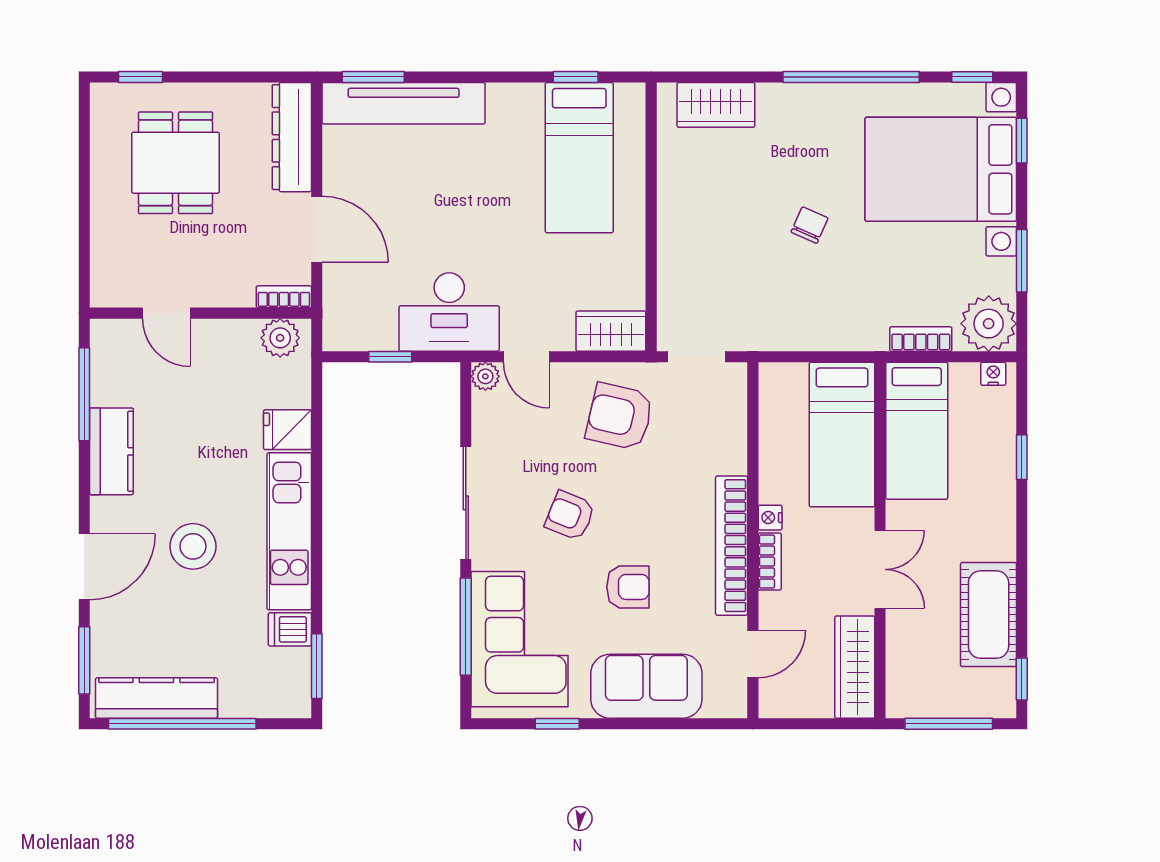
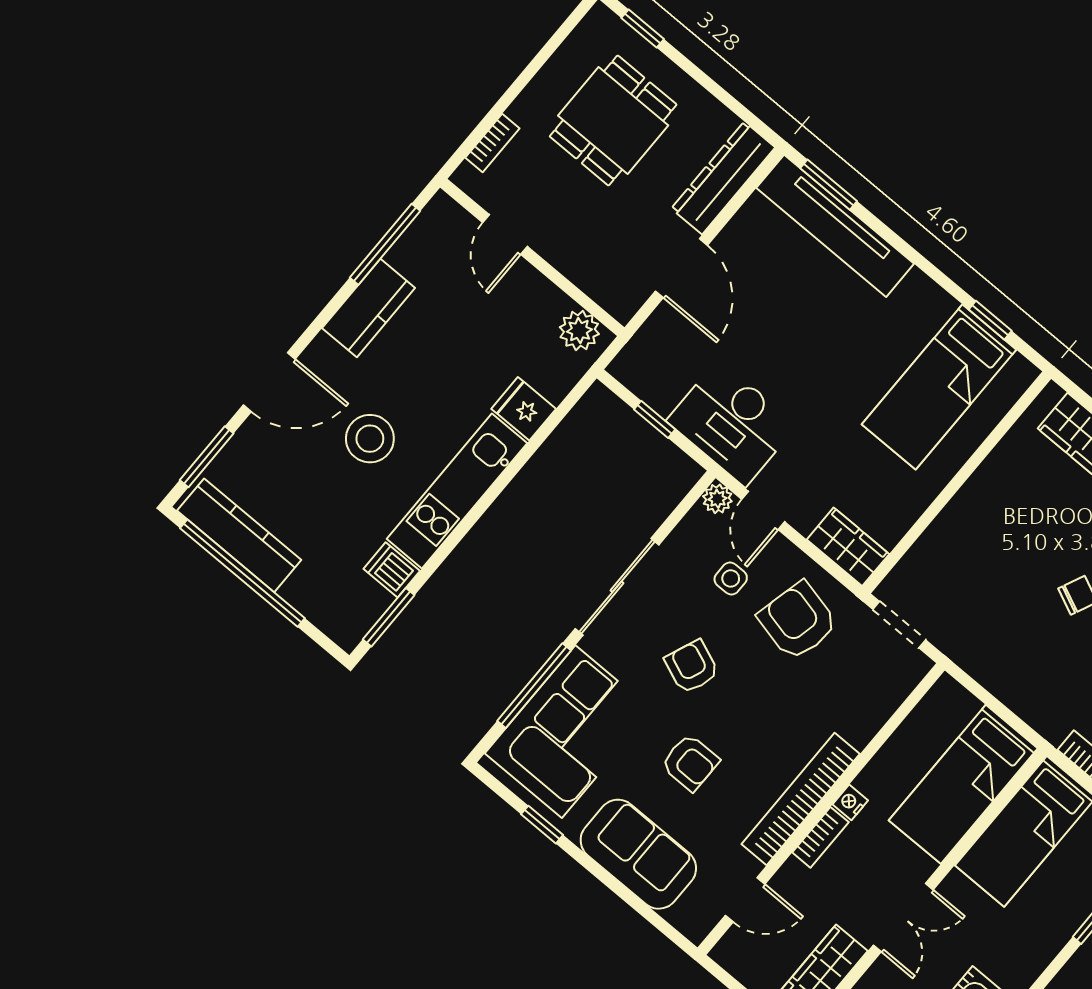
bookcase: (284, 297) -> (492, 143), moved, turned 90
side table: (544, 427) -> (731, 578), added

